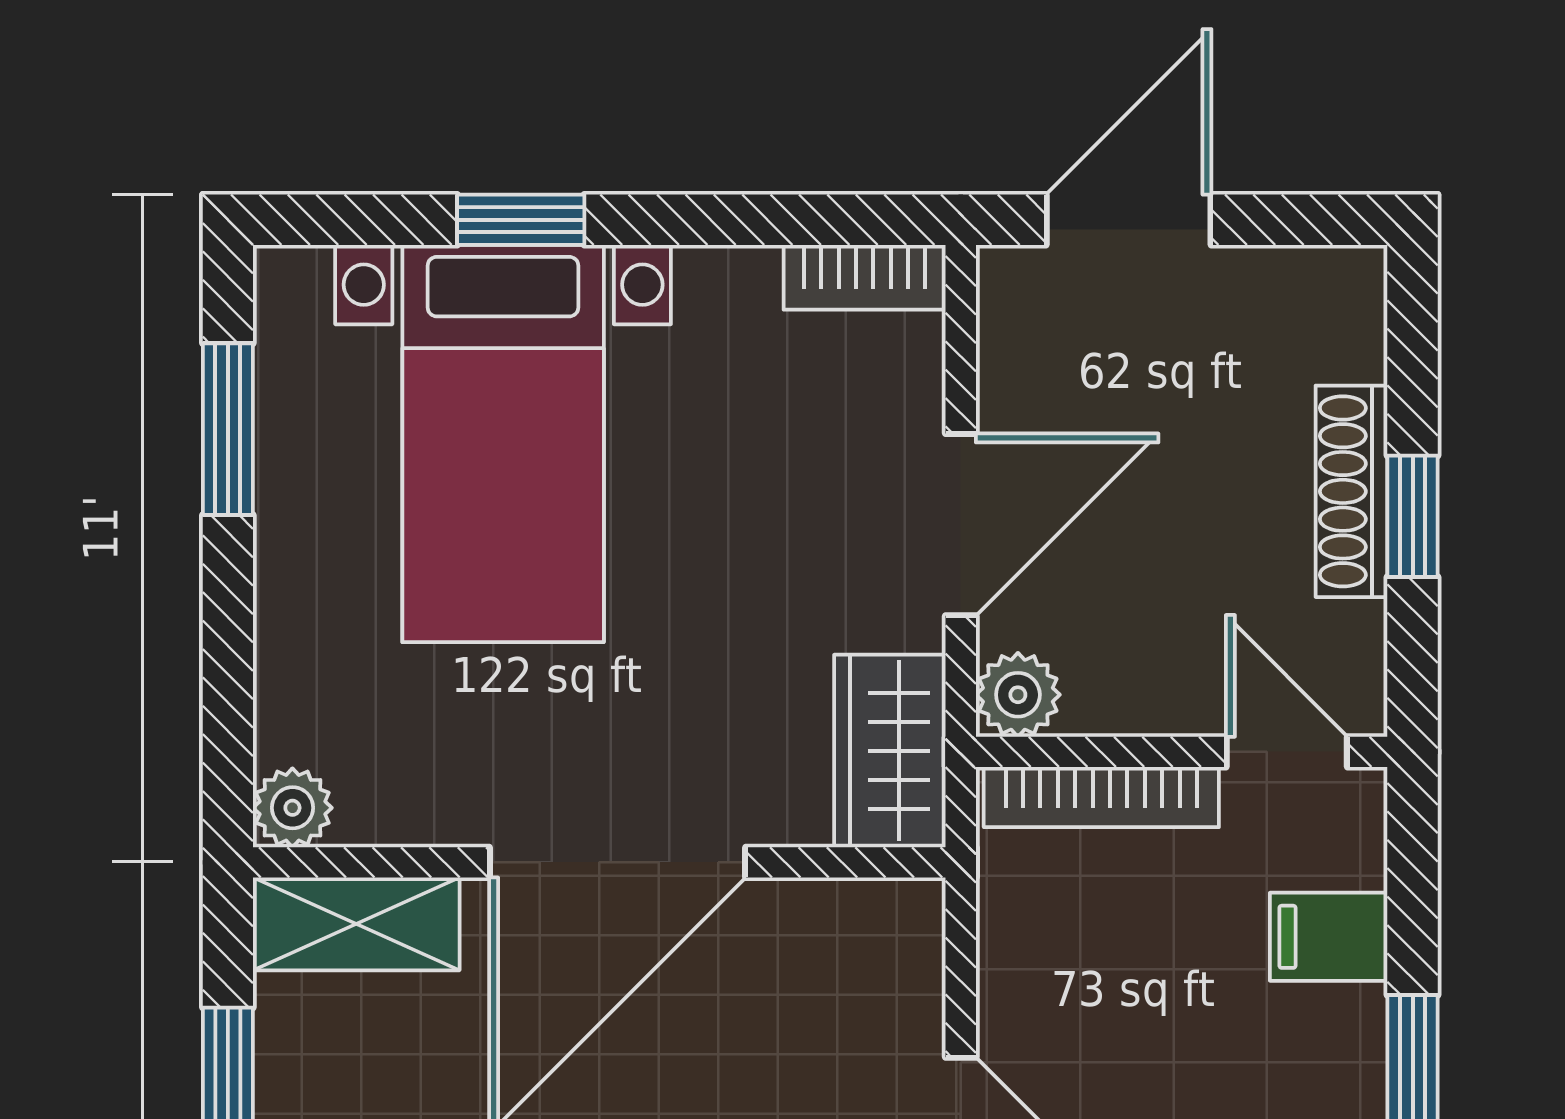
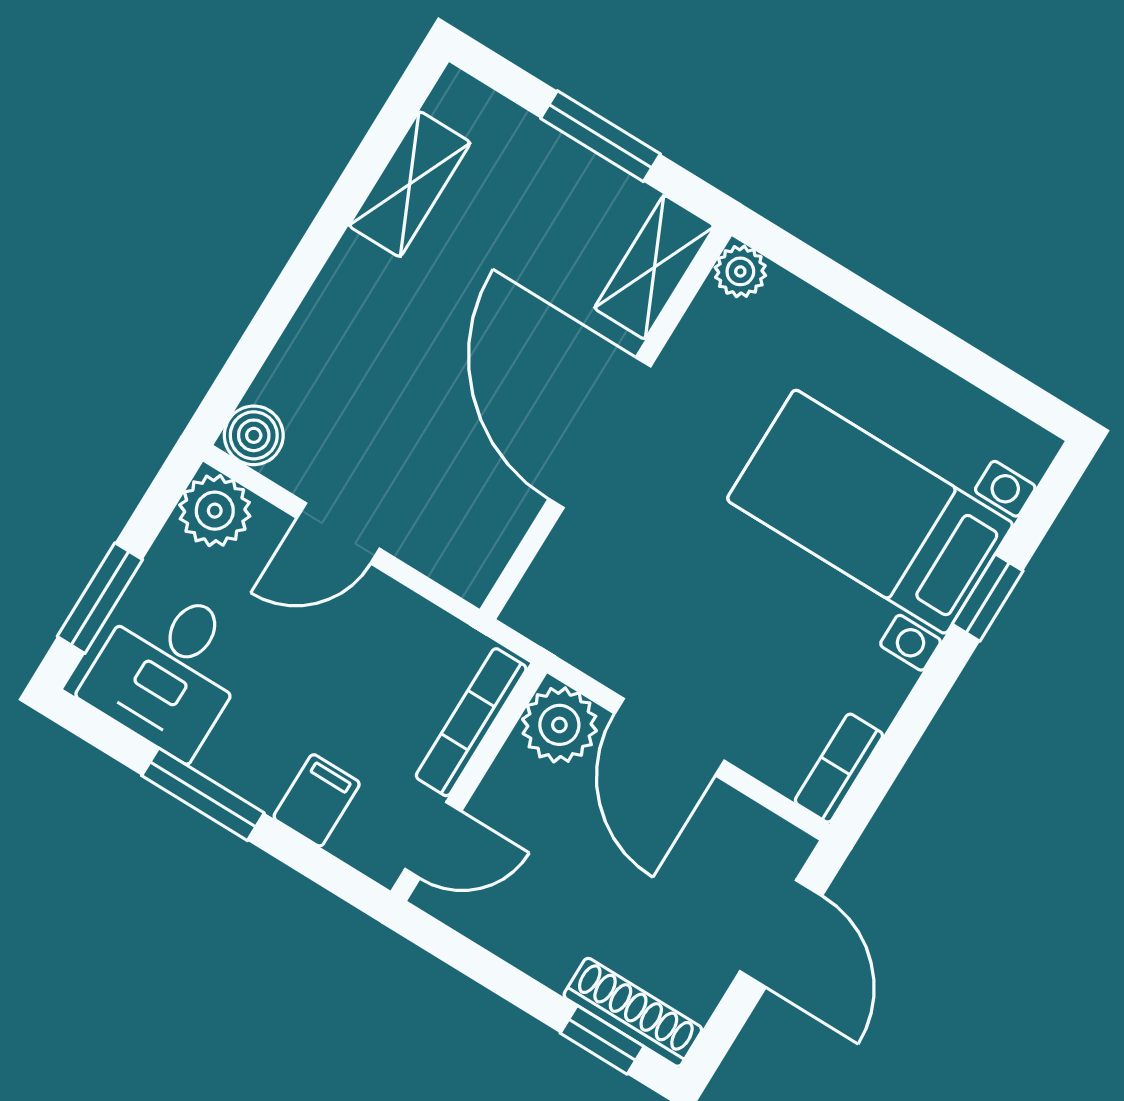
window: (228, 429) -> (972, 364), removed
shoe rack: (1351, 491) -> (633, 1012), moved
window: (1413, 516) -> (602, 1040), moved
plant: (1018, 695) -> (559, 725), width x1.38, depth x1.38
wardrobe: (890, 751) -> (569, 621), removed

